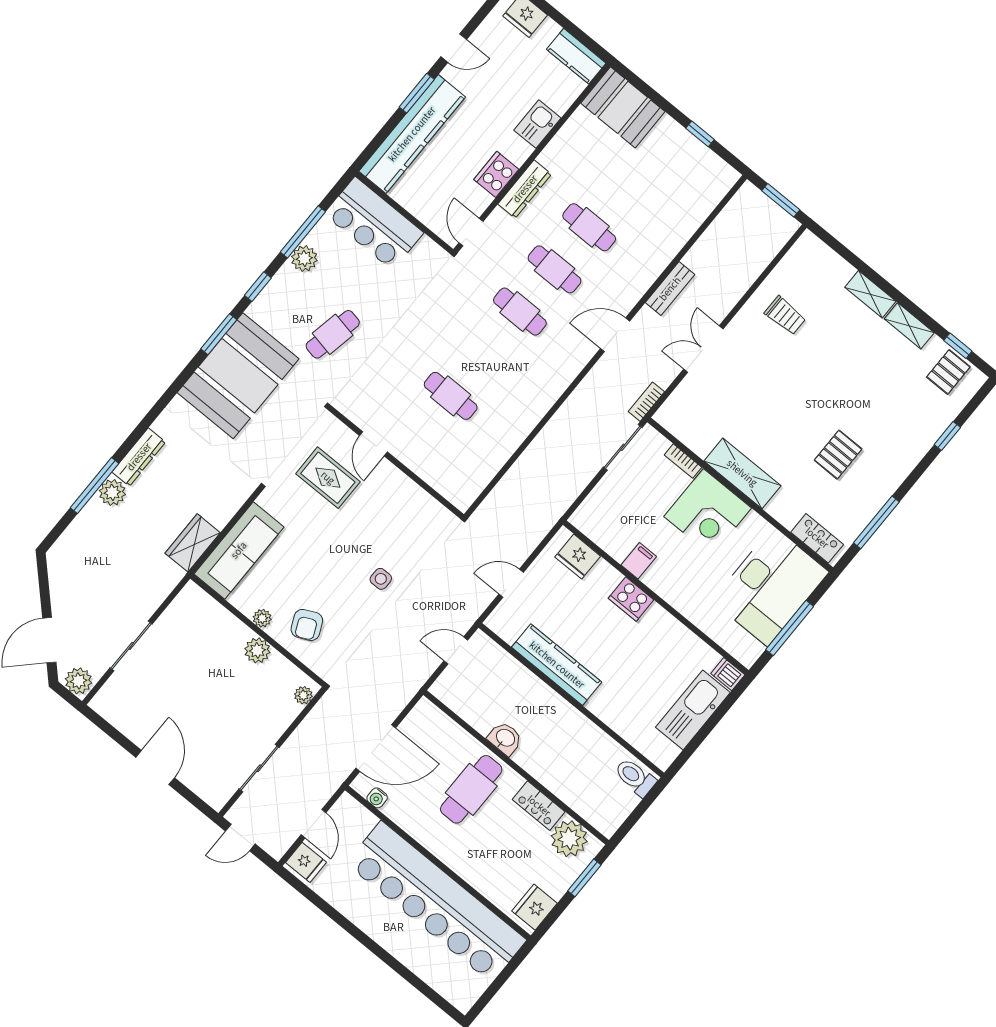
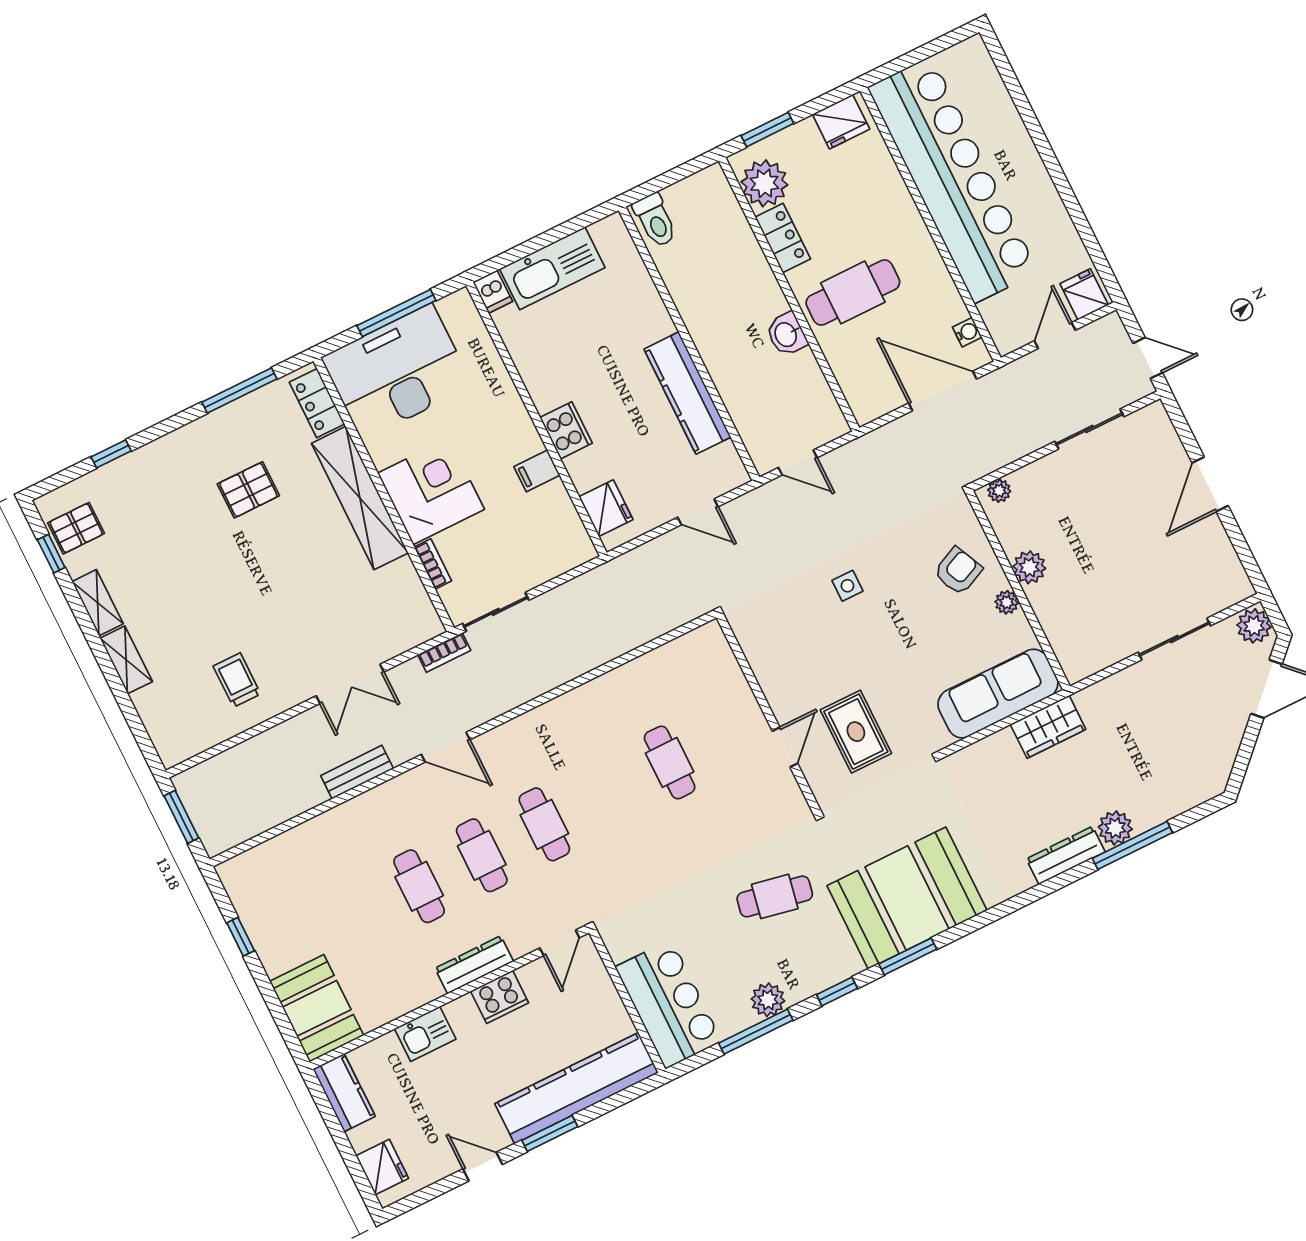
shelving: (742, 473) -> (360, 498), width x1.47

